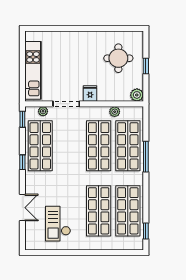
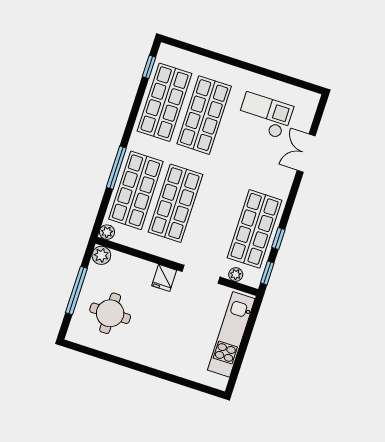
window: (146, 66) -> (76, 291), width x2.17
plant: (115, 112) -> (107, 232), moved
window: (22, 162) -> (278, 238), moved
checkout: (58, 224) -> (265, 115), turned -90

